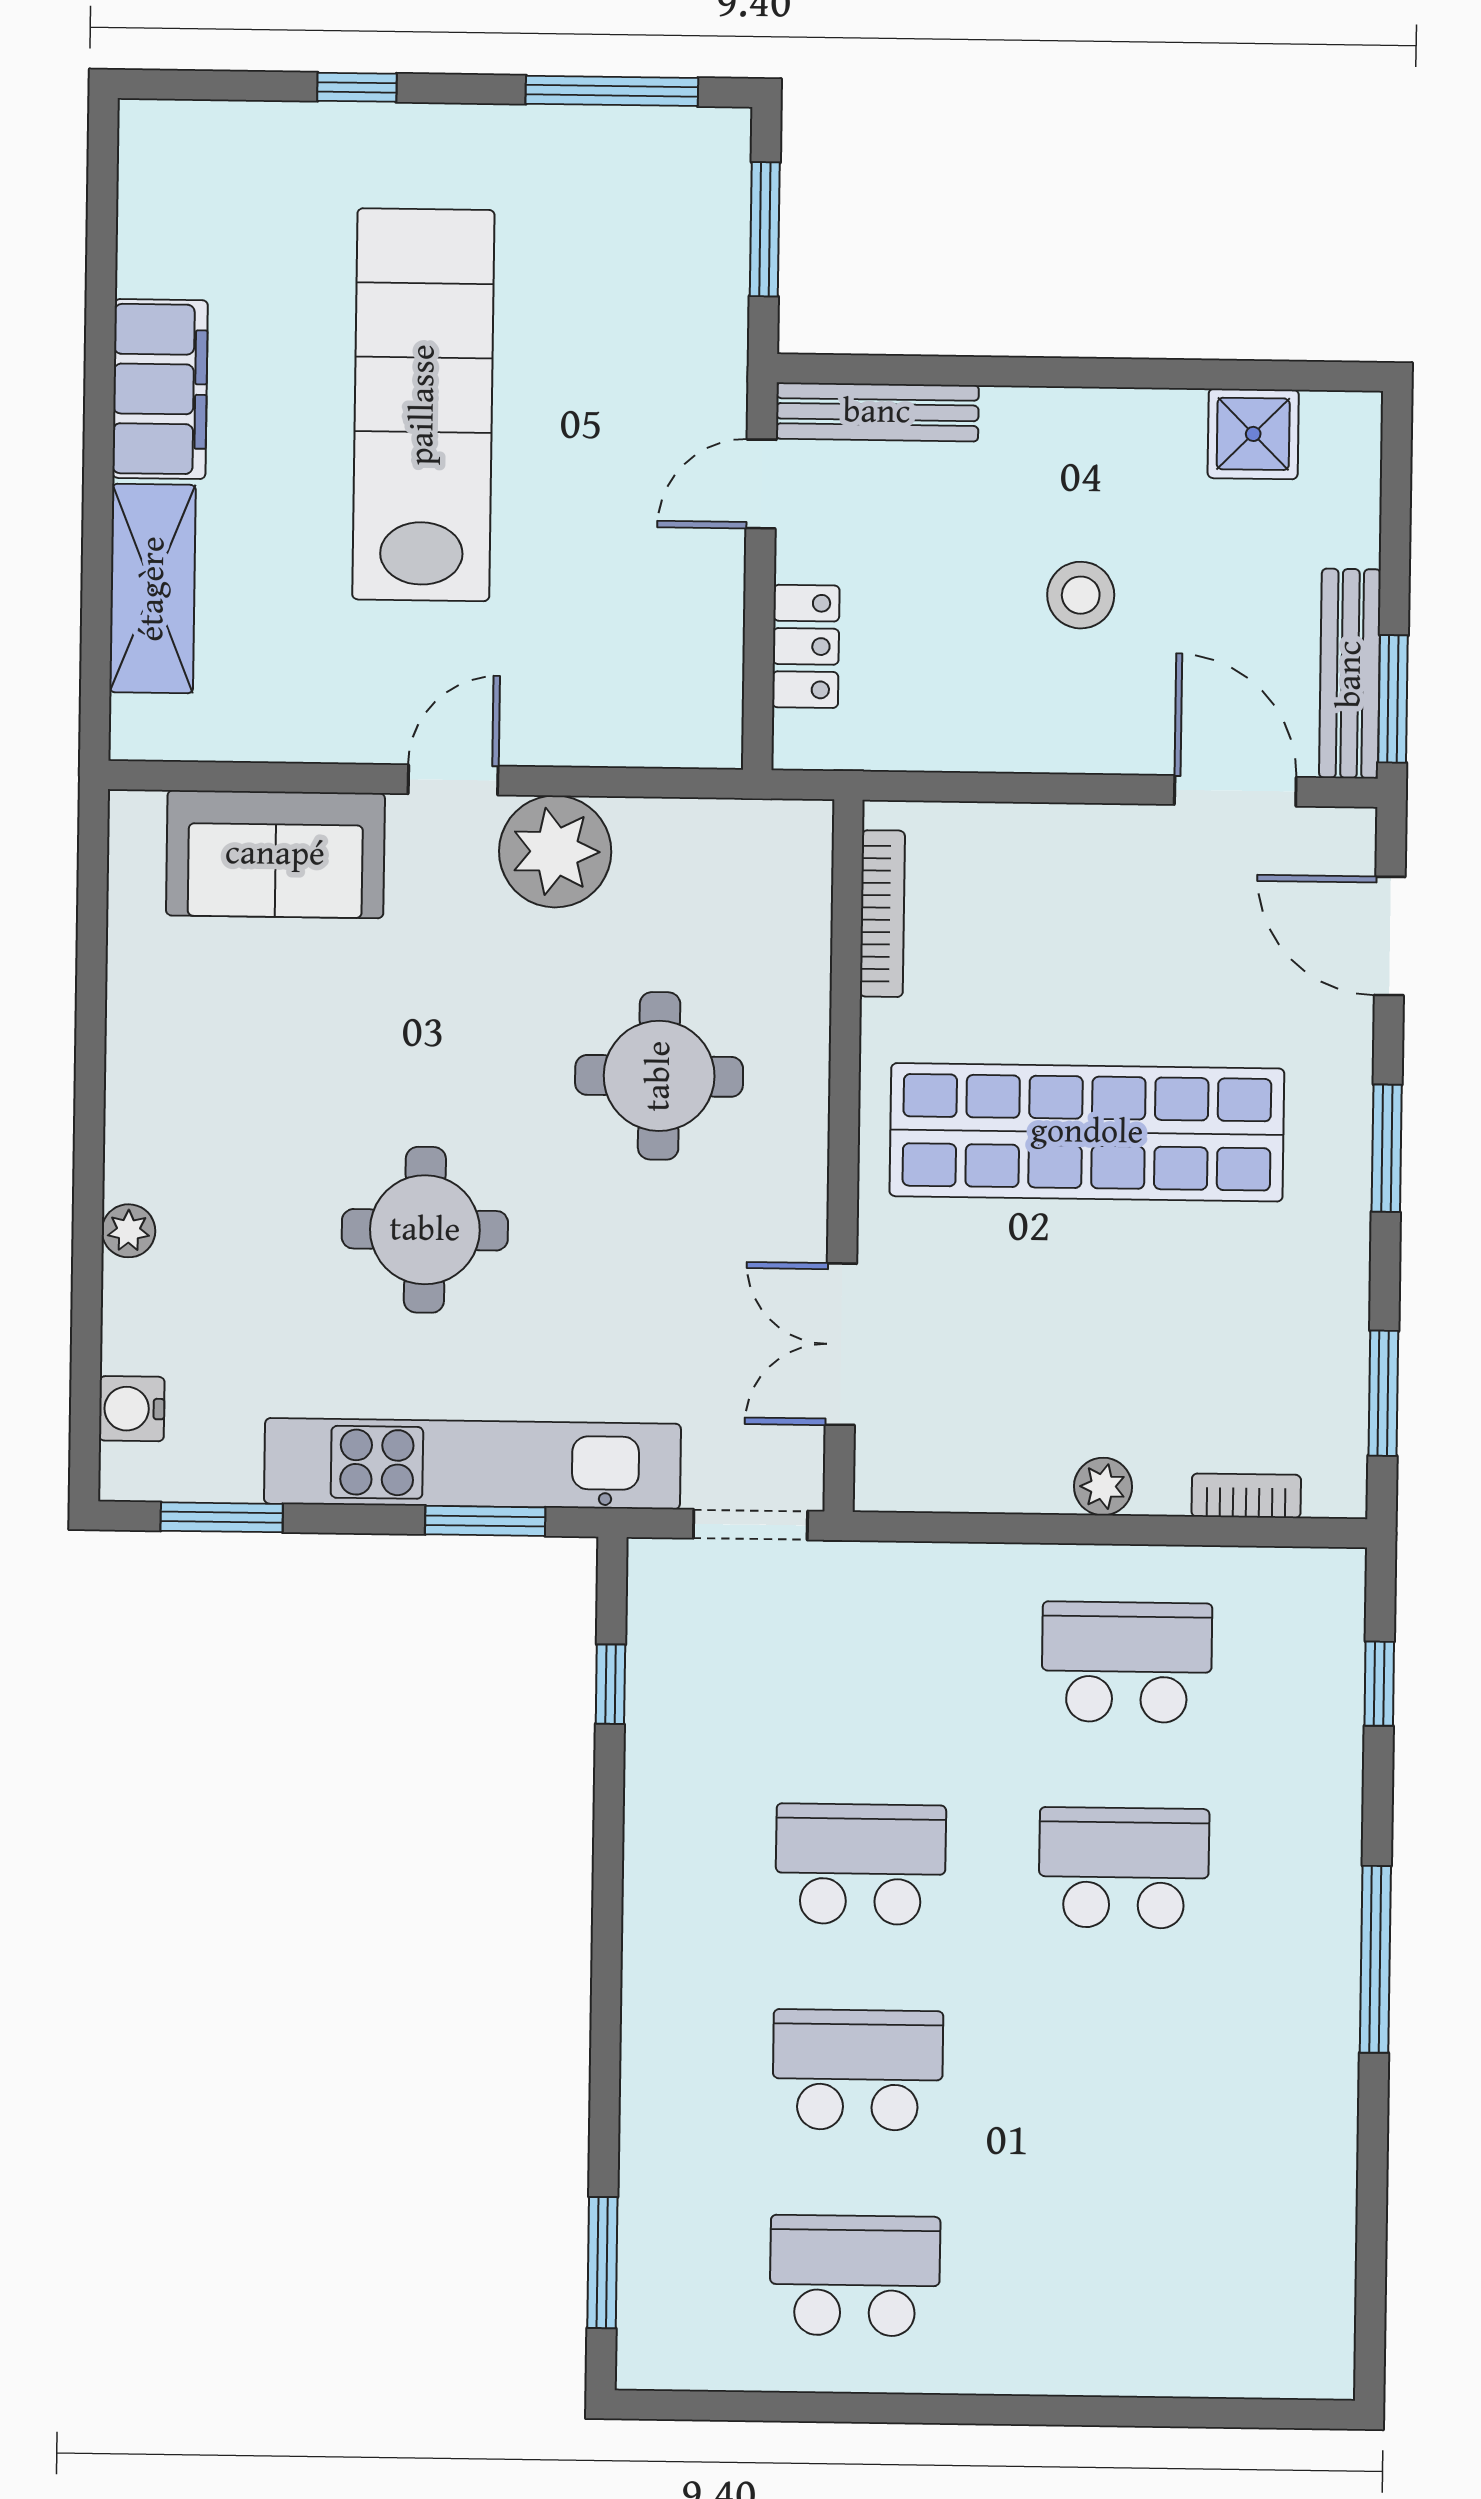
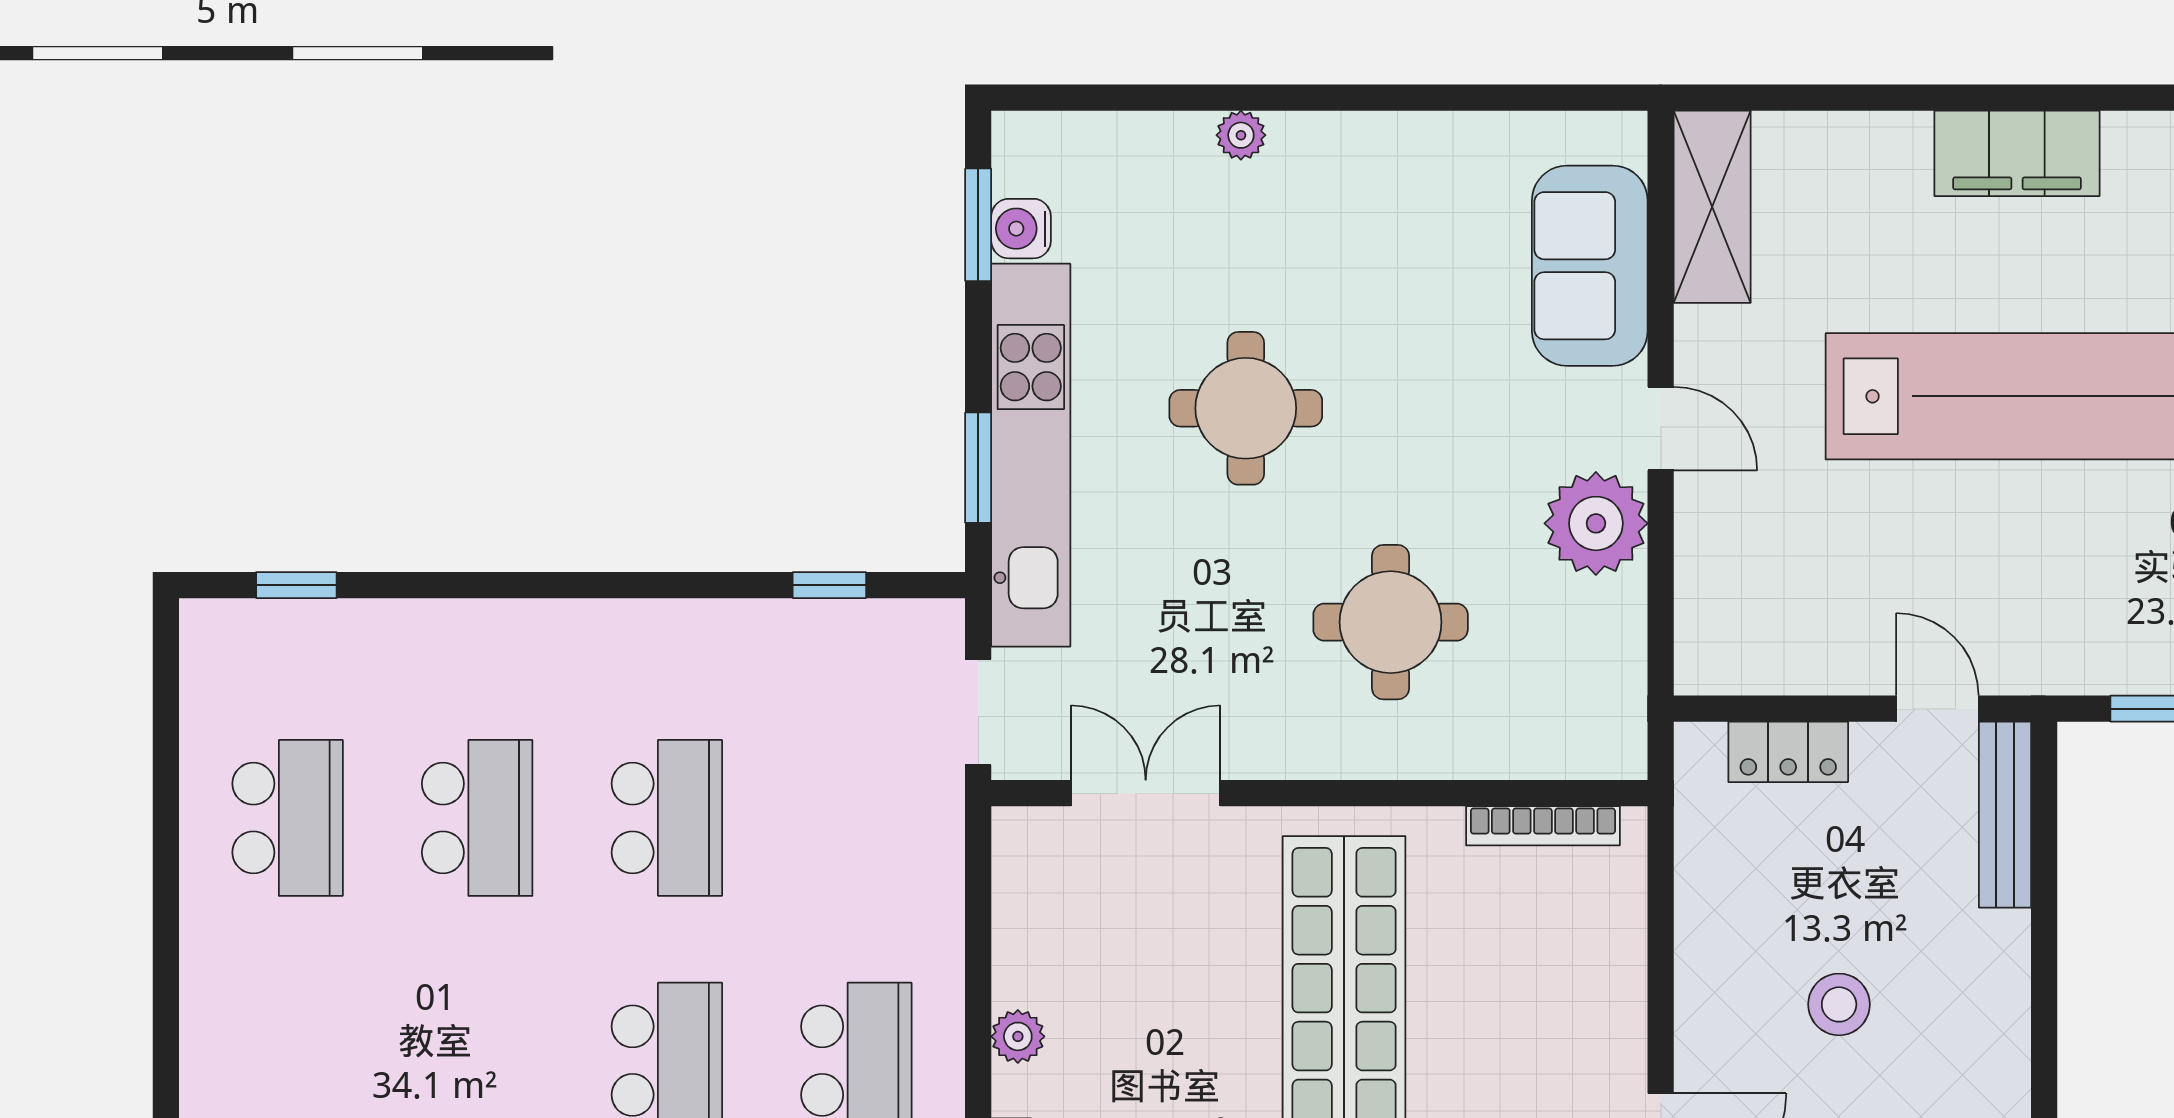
shelving: (153, 589) -> (1712, 207), moved, turned 90
water cooler: (132, 1409) -> (1021, 229), moved, turned -90
window: (602, 2263) -> (296, 585), width x0.67

